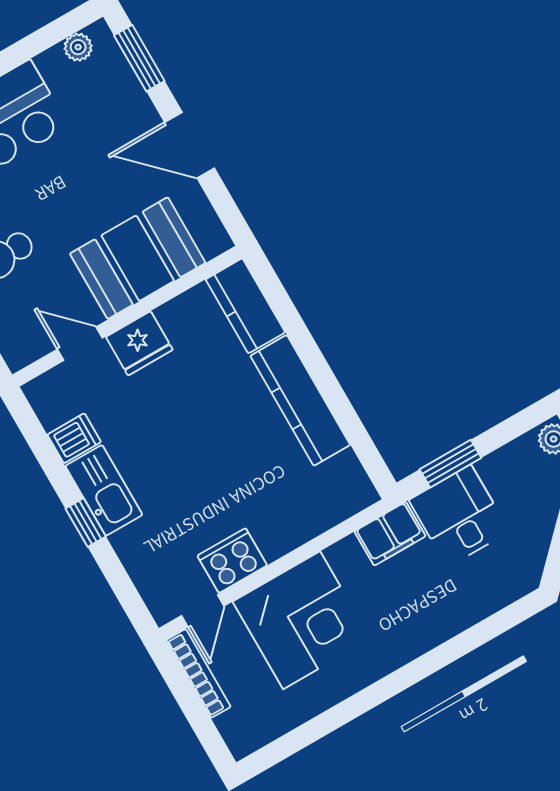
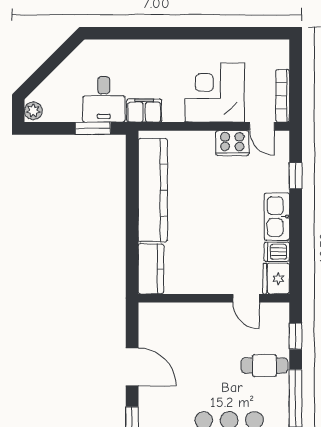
booth: (138, 258) -> (192, 325), removed
fridge: (139, 343) -> (276, 279), moved, turned -90
kitchen counter: (300, 400) -> (153, 190), width x1.39, depth x1.17
window: (86, 523) -> (296, 176), moved
door: (203, 611) -> (262, 126), swing flipped

